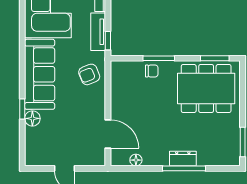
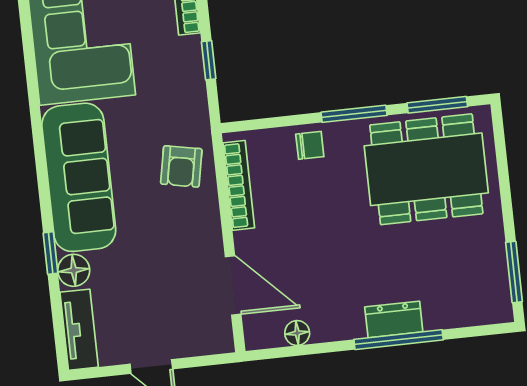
tv unit: (98, 32) -> (79, 330), moved, turned 180
window: (108, 41) -> (209, 60), moved
window: (159, 58) -> (354, 114), moved
armchair: (89, 74) -> (181, 166), turned -57
bookcase: (116, 86) -> (239, 185), added

